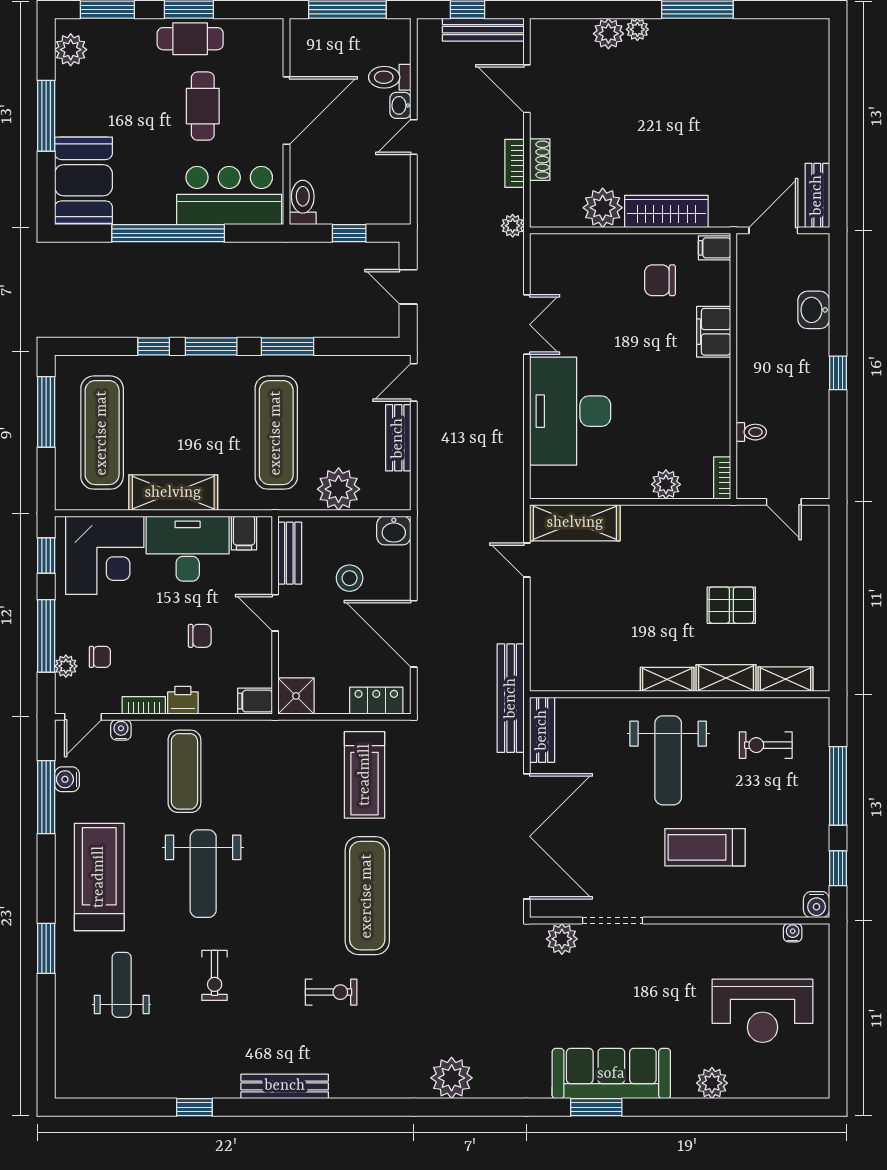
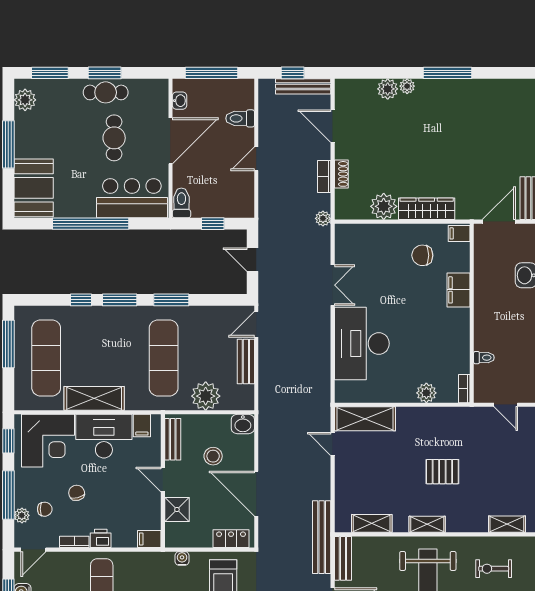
washbasin: (400, 105) -> (180, 101), moved, turned 180
pallet: (731, 605) -> (442, 472), moved
chair: (200, 636) -> (77, 493), moved, turned -104
shelving: (726, 678) -> (372, 523), moved
shower: (296, 696) -> (177, 510), moved
water cooler: (121, 730) -> (182, 558), moved

